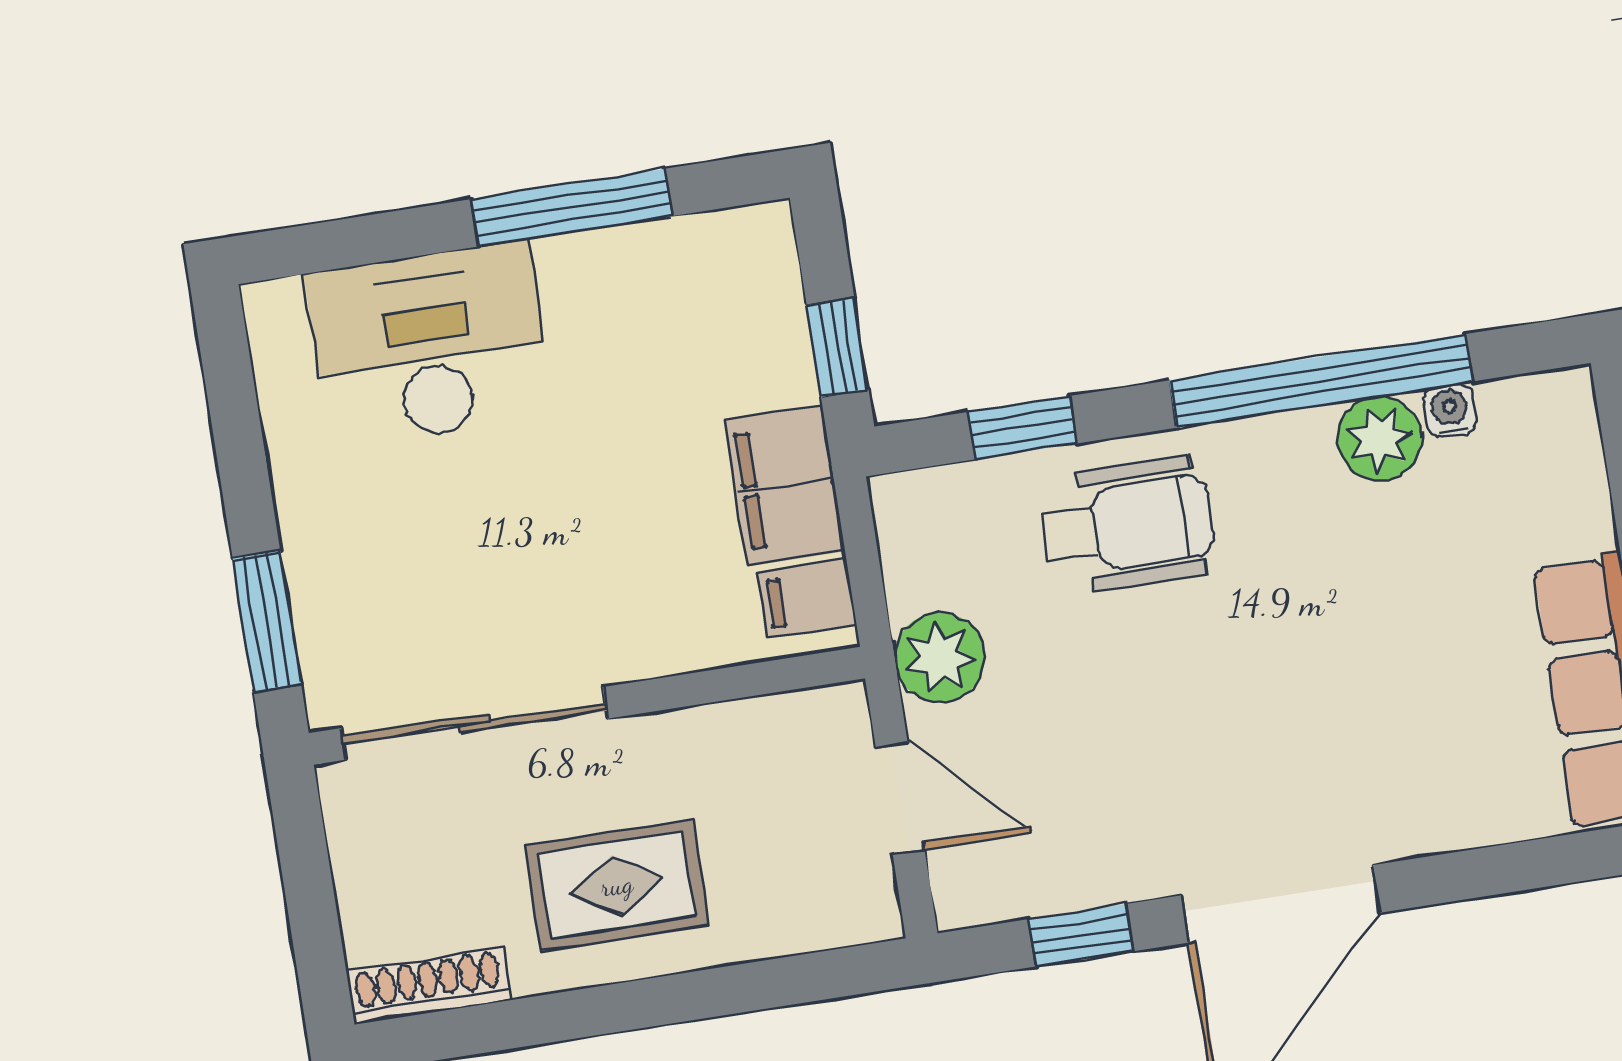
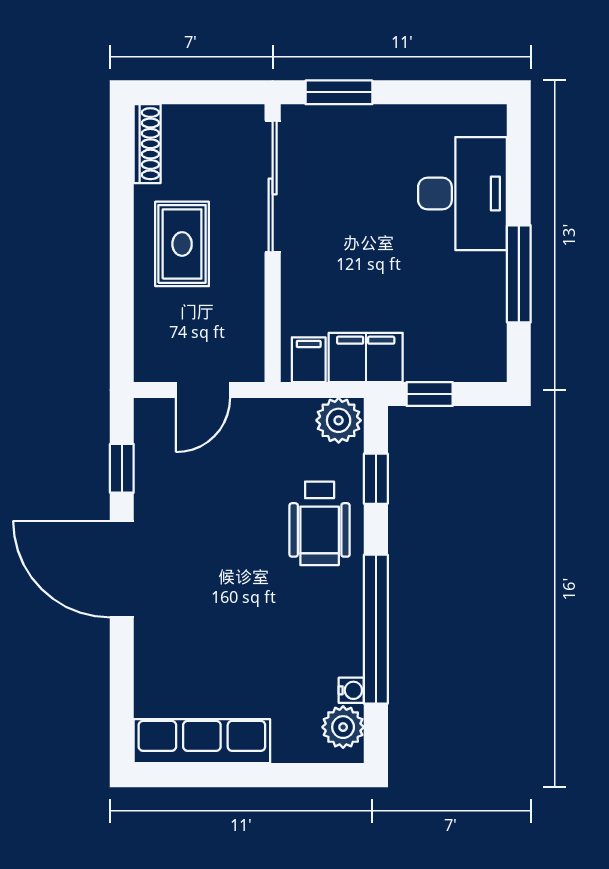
plant: (1380, 438) -> (343, 727), moved
plant: (940, 657) -> (339, 420), moved

